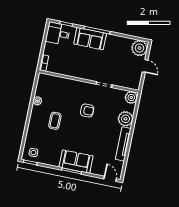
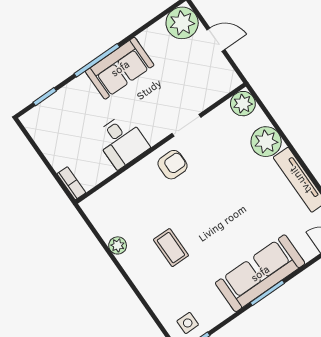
desk: (58, 34) -> (122, 141), moved, turned -90
sofa: (90, 39) -> (120, 68), moved
armchair: (87, 111) -> (172, 165), moved
sofa: (76, 162) -> (260, 273), width x1.36

